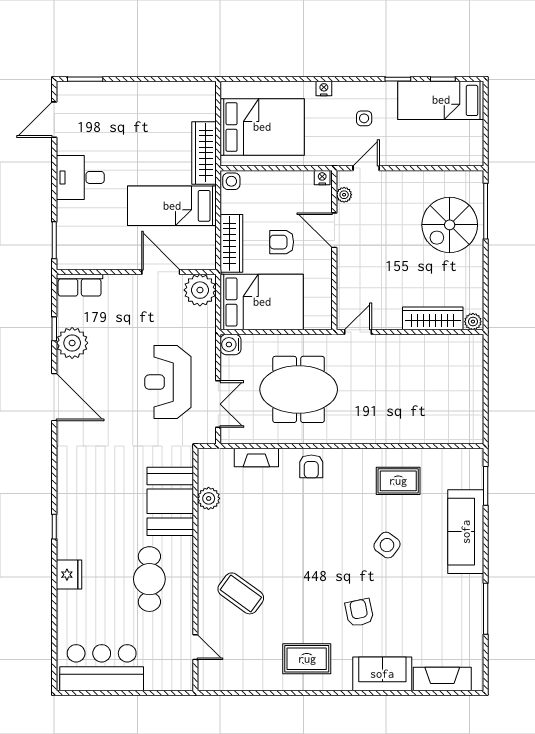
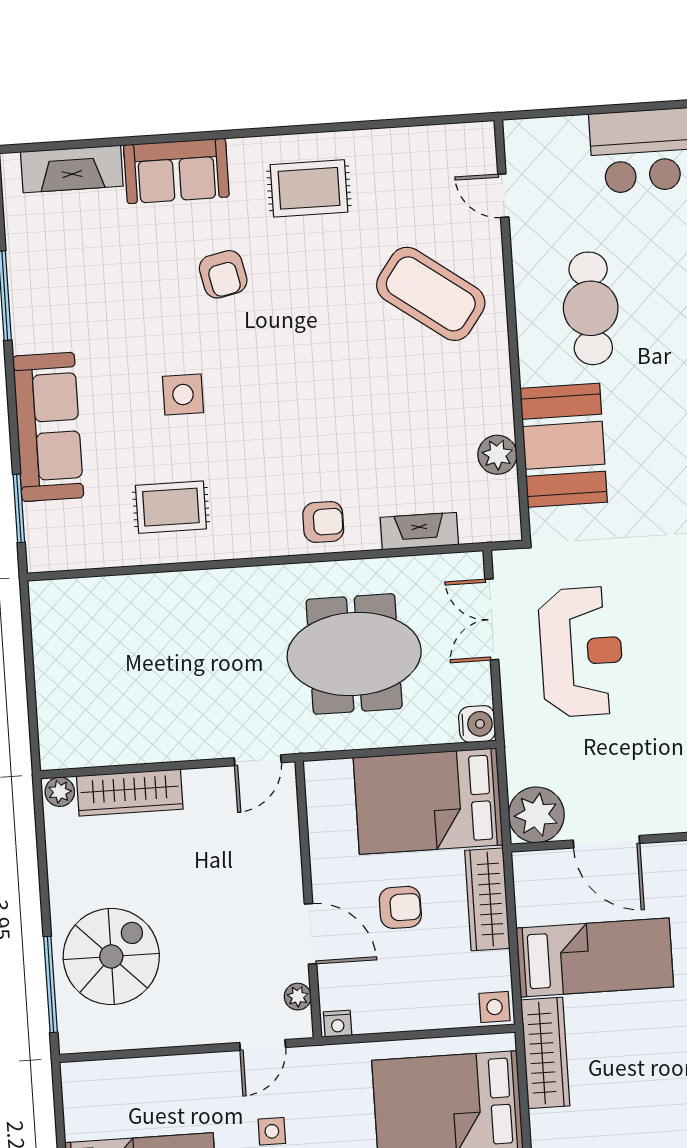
armchair: (311, 466) -> (323, 522), turned 90
side table: (387, 545) -> (183, 395), turned -36
coffee table: (241, 593) -> (431, 294), width x1.36, depth x1.32

